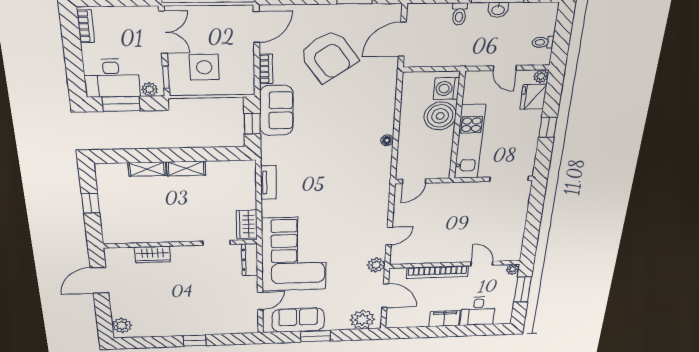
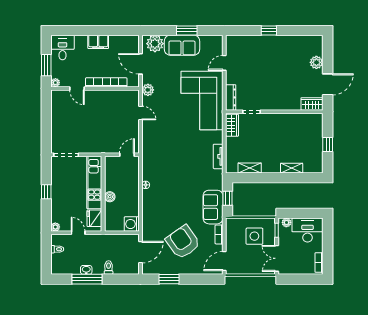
washing machine: (446, 89) -> (132, 224), moved, turned 180
fridge: (533, 97) -> (94, 218), moved, turned 180
window: (121, 104) -> (303, 213), removed
boiler: (440, 116) -> (110, 197), width x0.54, depth x0.54
shelving: (186, 168) -> (250, 168), moved
door: (389, 236) -> (140, 113), swing flipped
wardrobe: (152, 254) -> (312, 104), moved
desk: (478, 311) -> (63, 48), moved
sofa: (298, 320) -> (182, 45), moved
plant: (122, 325) -> (316, 62), moved

